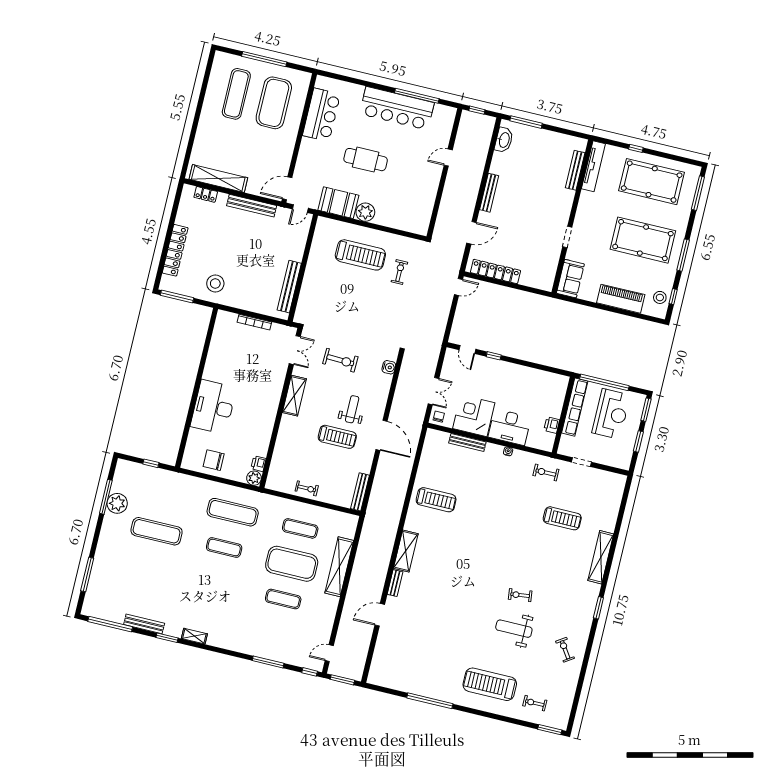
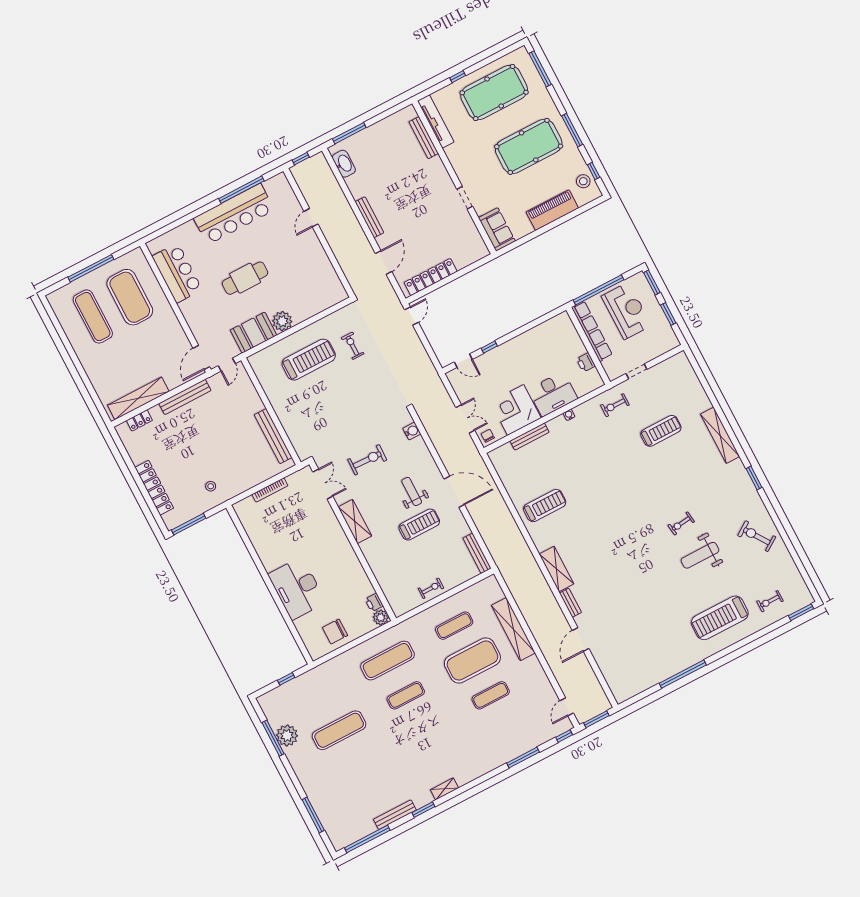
stool: (215, 283) -> (211, 486), width x0.53, depth x0.53
exercise bike: (565, 650) -> (757, 536), width x1.38, depth x1.39

